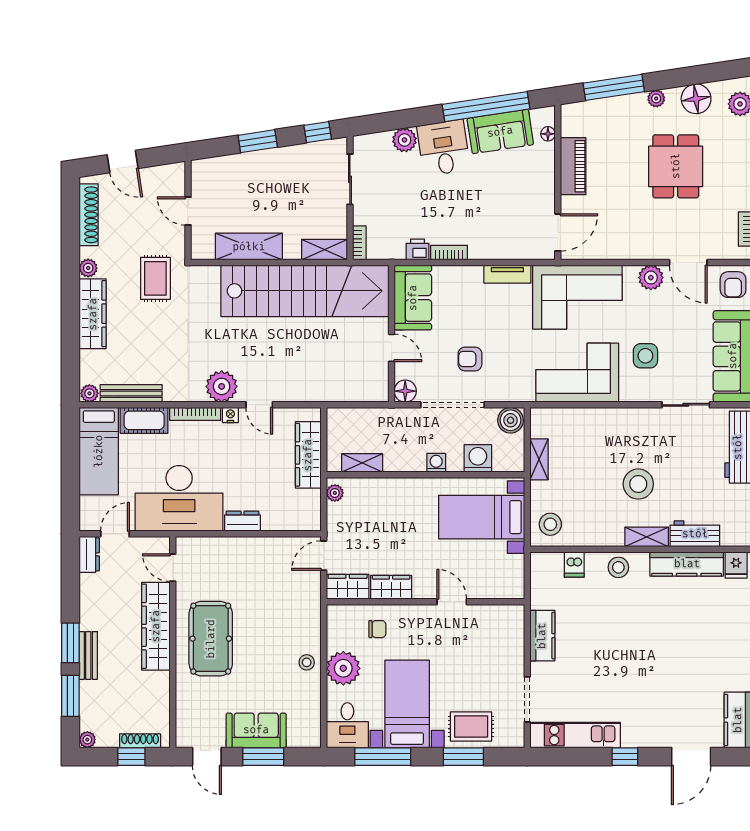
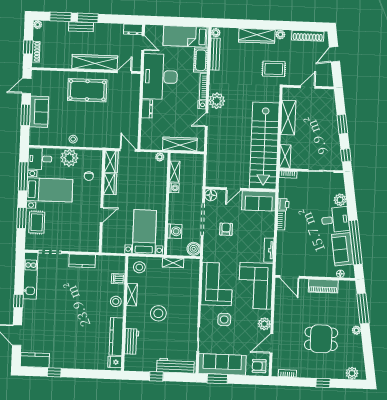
floor lamp: (696, 99) -> (355, 351), removed
washing machine: (436, 463) -> (174, 188), moved
shelving: (647, 537) -> (132, 295), moved

